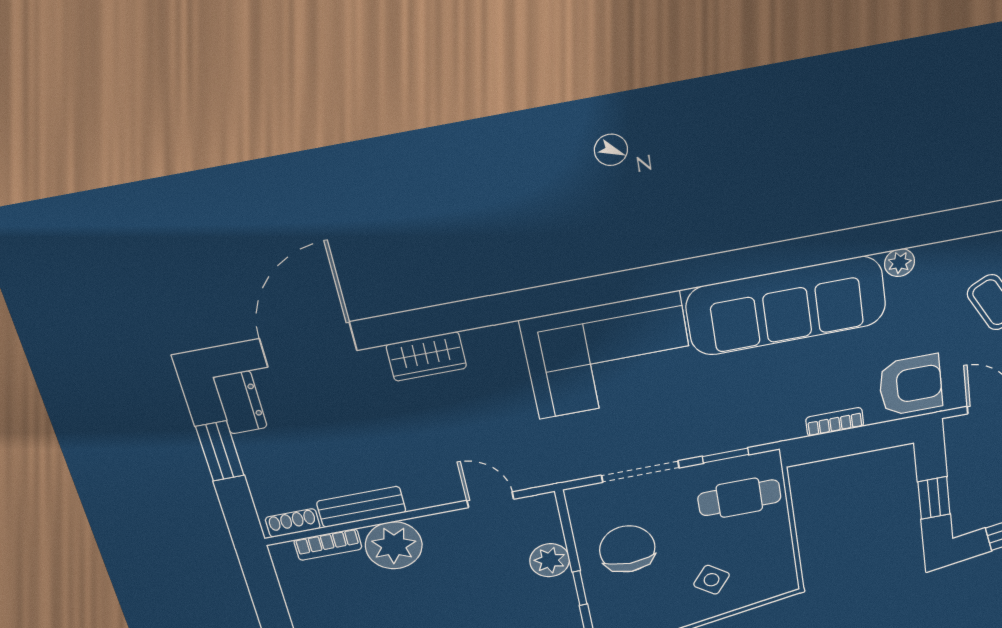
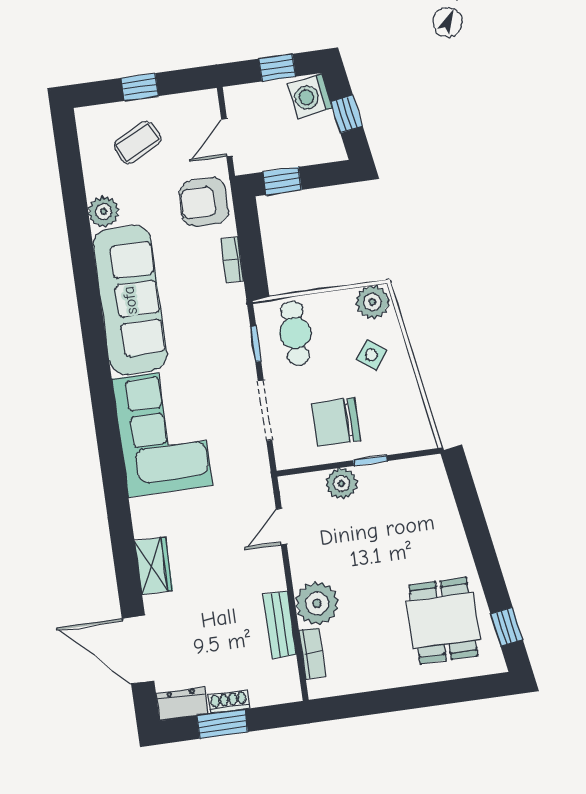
plant: (900, 263) -> (104, 212), width x1.38, depth x1.38
armchair: (910, 385) -> (204, 202), turned -90
window: (934, 498) -> (282, 181), moved
shoe rack: (293, 523) -> (229, 702), moved, turned 90
plant: (777, 576) -> (373, 302), added

